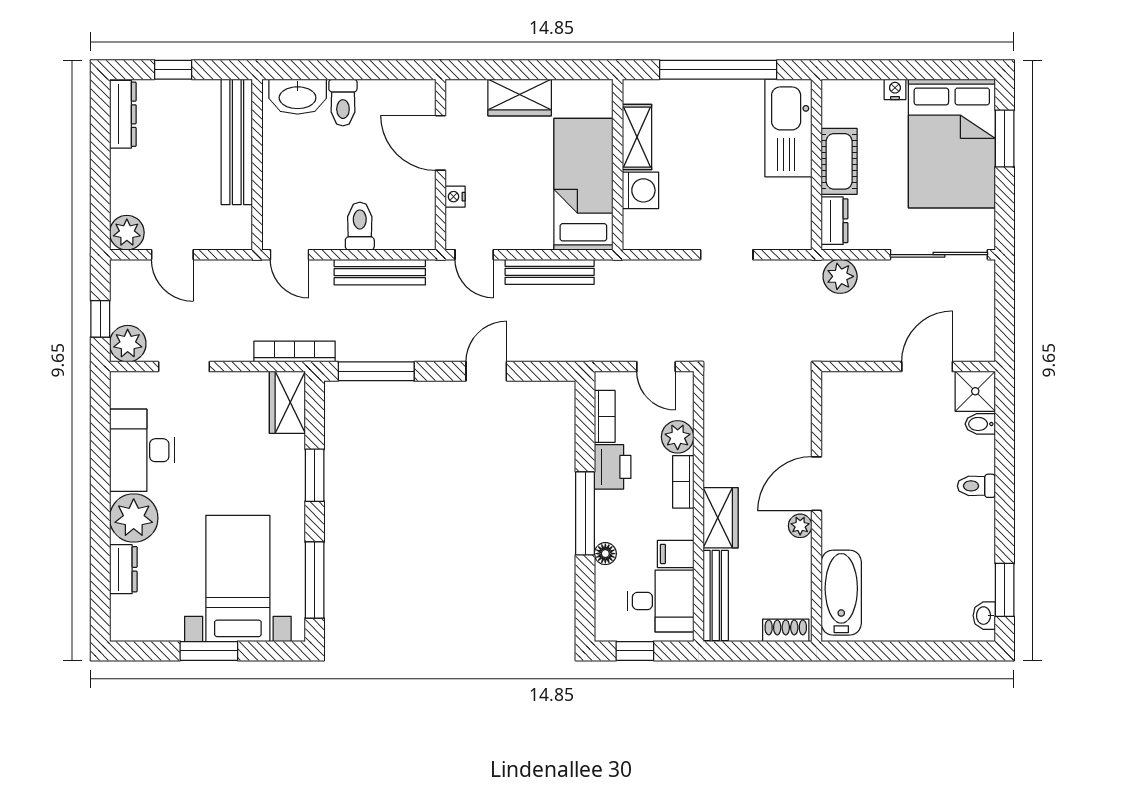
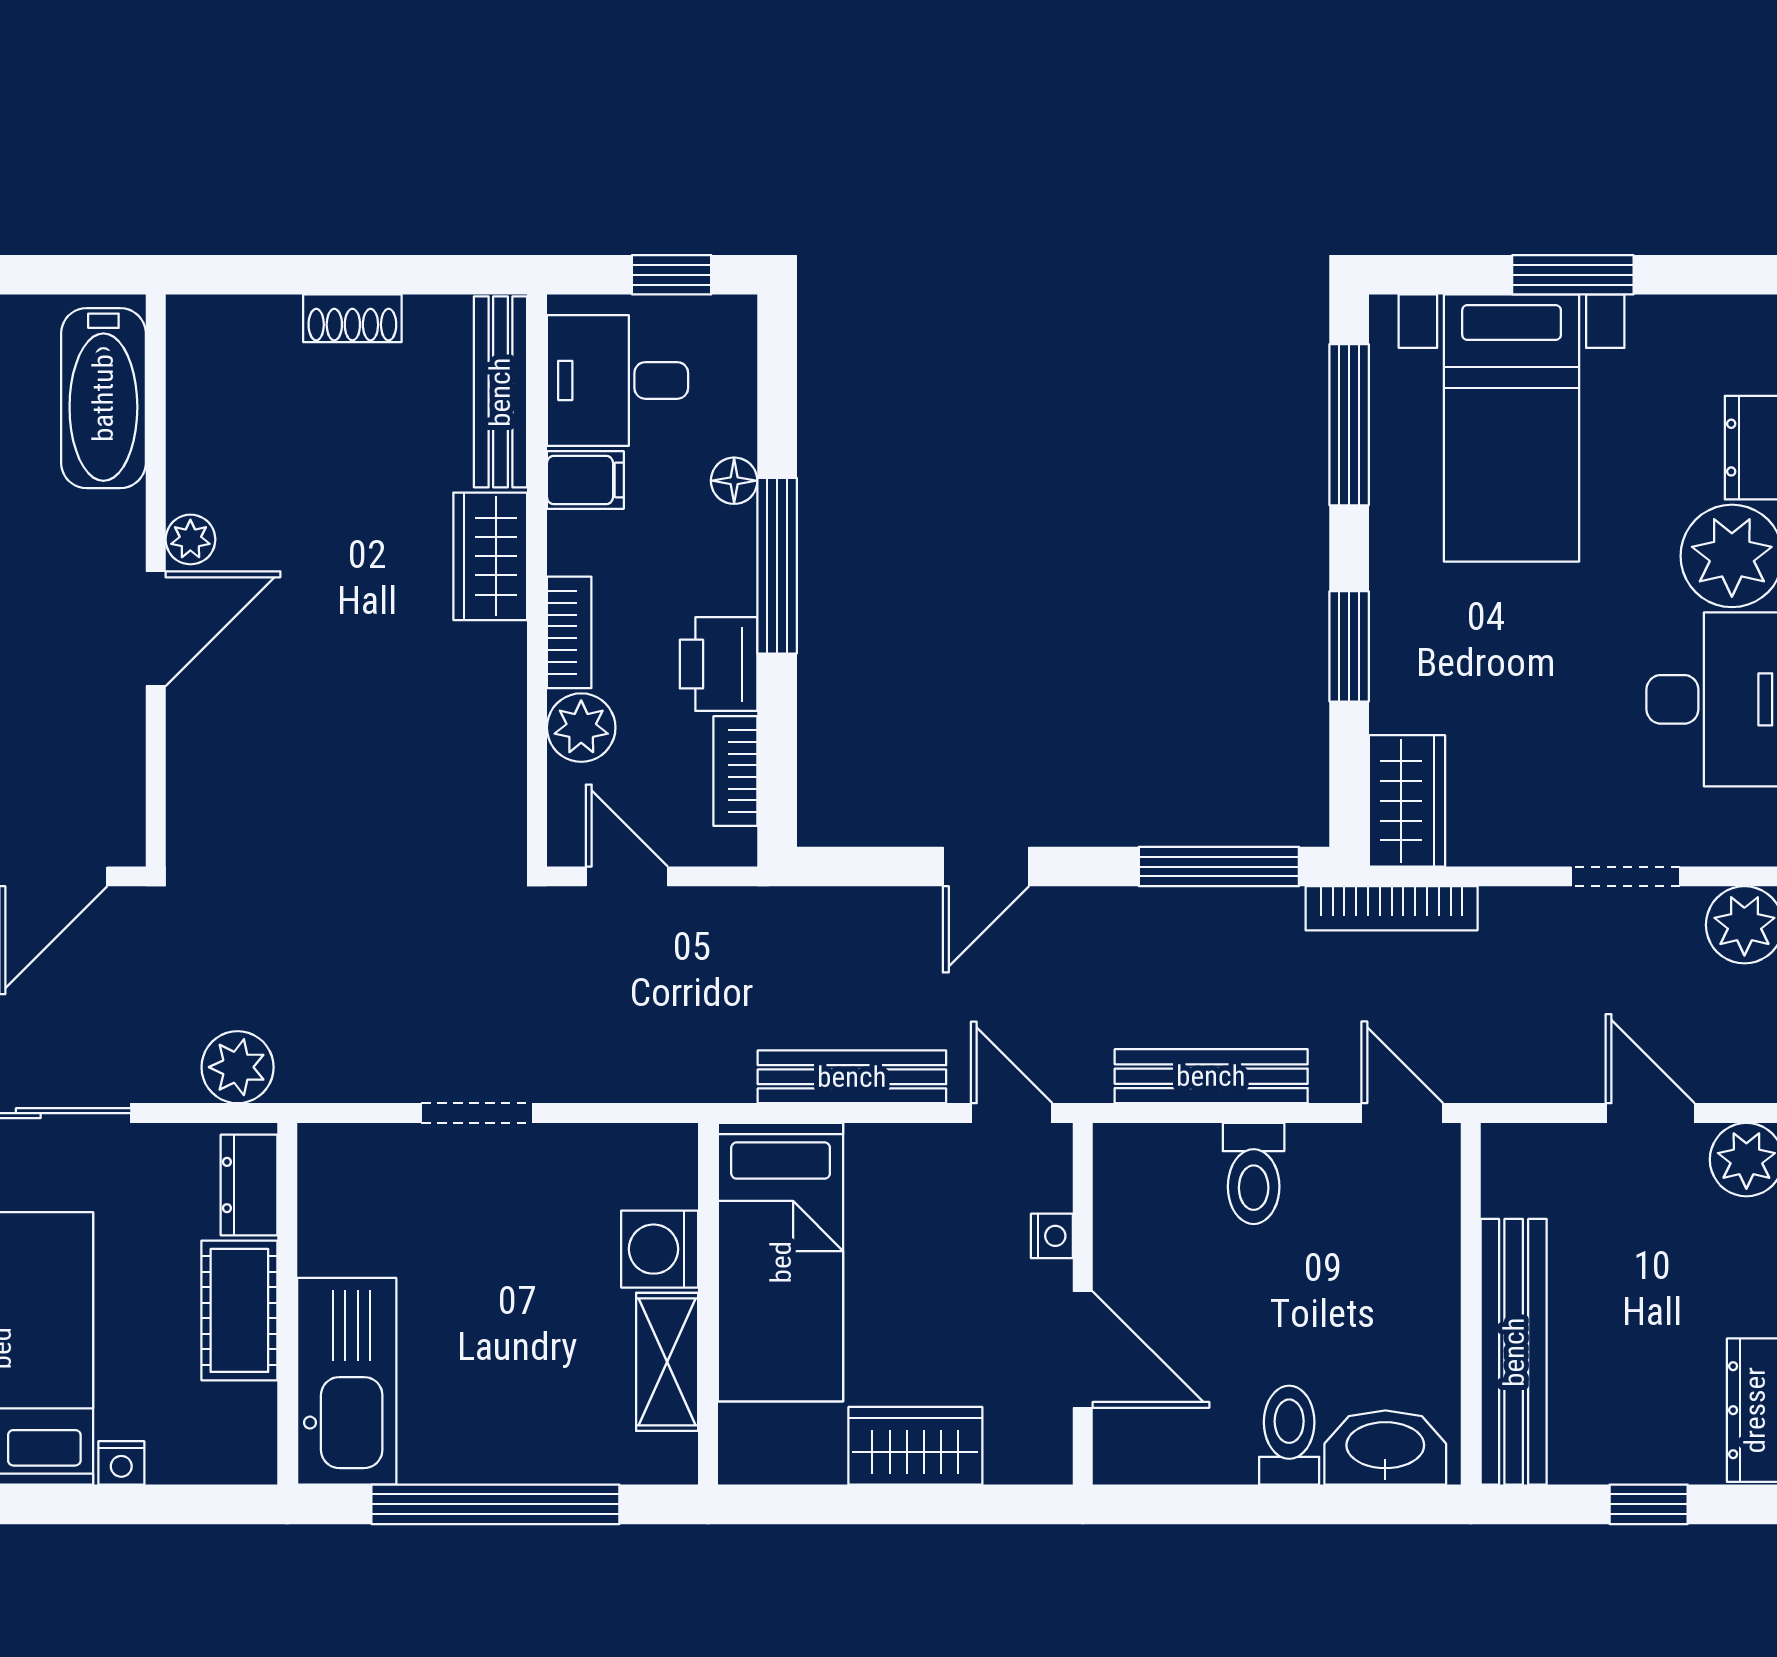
door: (817, 484) -> (156, 629), moved
wall: (817, 506) -> (156, 580), moved
plant: (800, 526) -> (190, 539), moved
bathtub: (841, 593) -> (103, 398), moved

